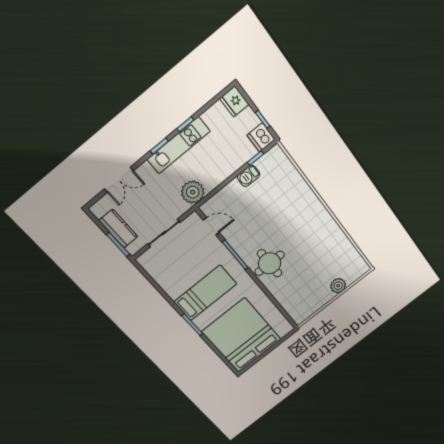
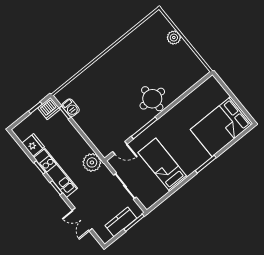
fridge: (234, 101) -> (33, 145), moved, turned -90
barbecue: (249, 176) -> (71, 108), moved
double door: (119, 180) -> (82, 219), swing flipped
door: (211, 226) -> (120, 148), swing flipped
bed: (205, 293) -> (163, 165), moved
bed: (241, 335) -> (221, 127), width x0.73

